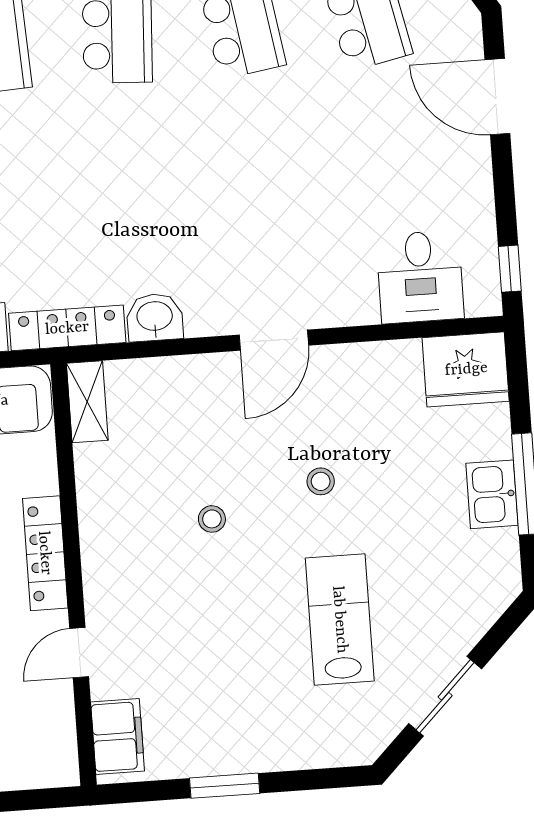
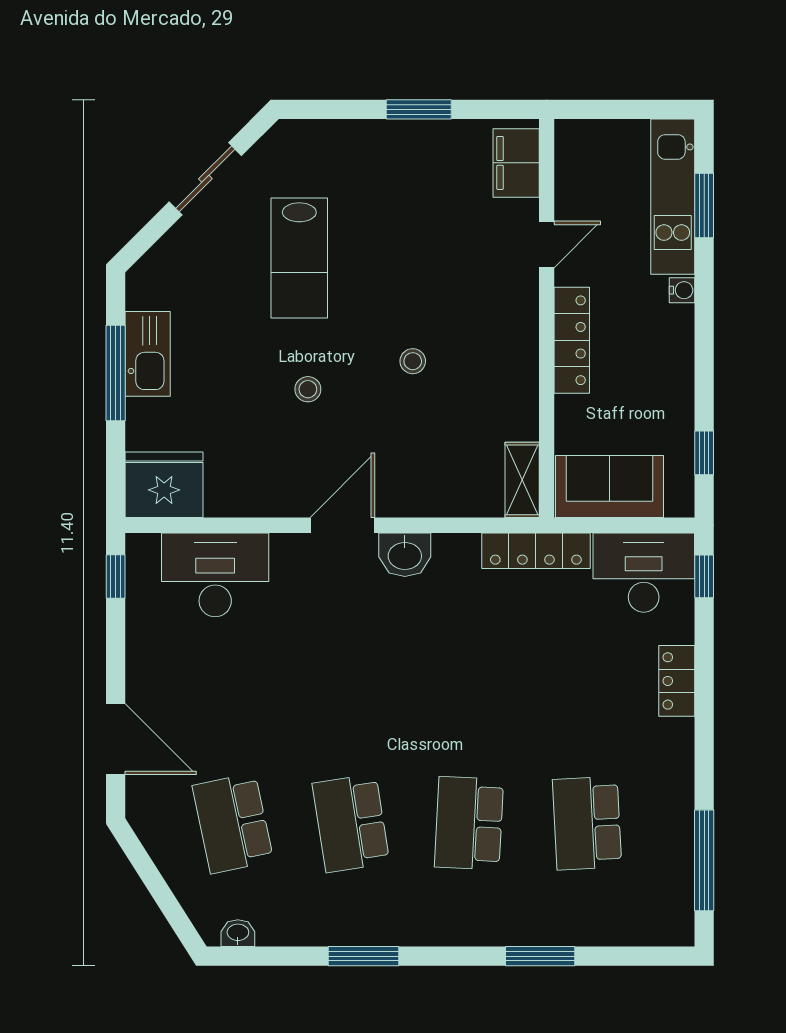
desk: (420, 277) -> (215, 575), width x1.37
washbasin: (155, 317) -> (405, 555), moved
kitchen sink: (492, 494) -> (148, 354), width x1.38

